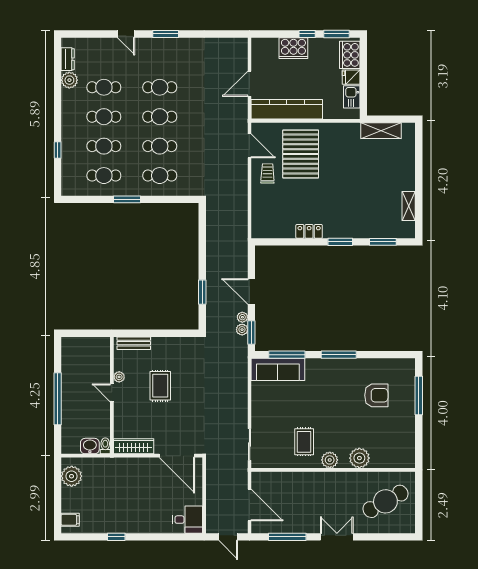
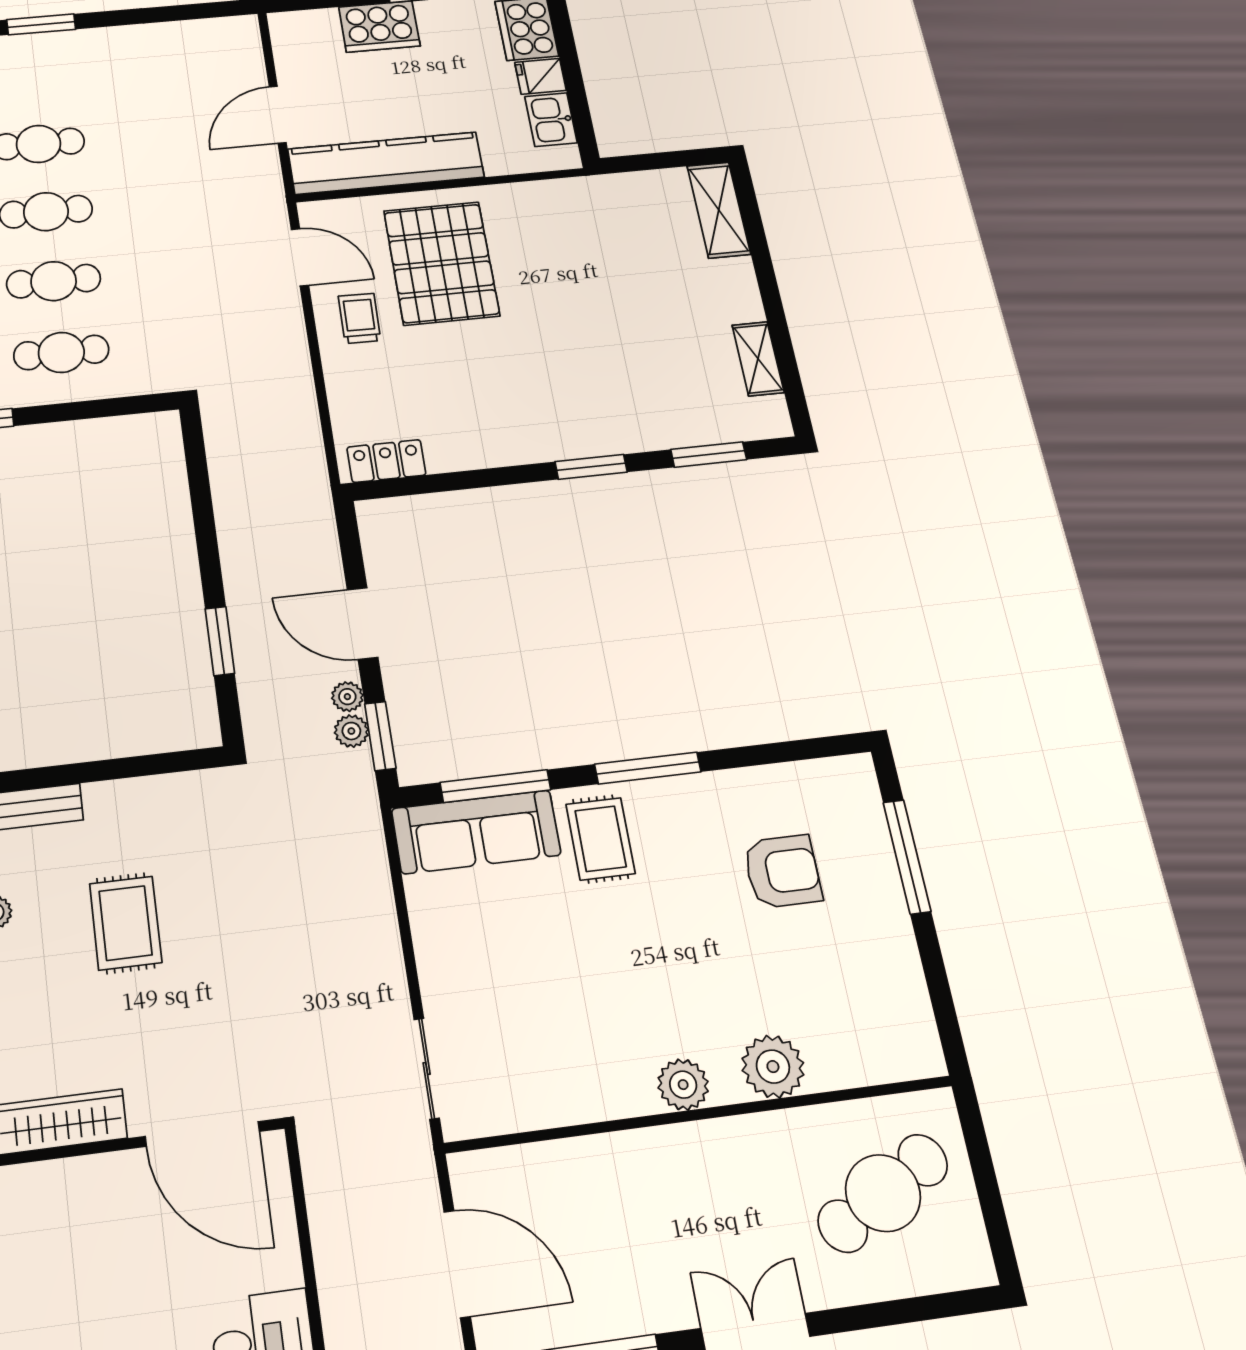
shelving: (381, 131) -> (719, 210), moved, turned 90
locker: (309, 231) -> (386, 461), moved
rug: (304, 442) -> (601, 839), moved

